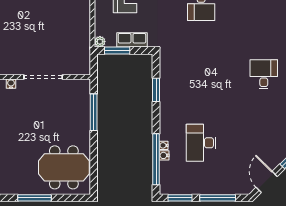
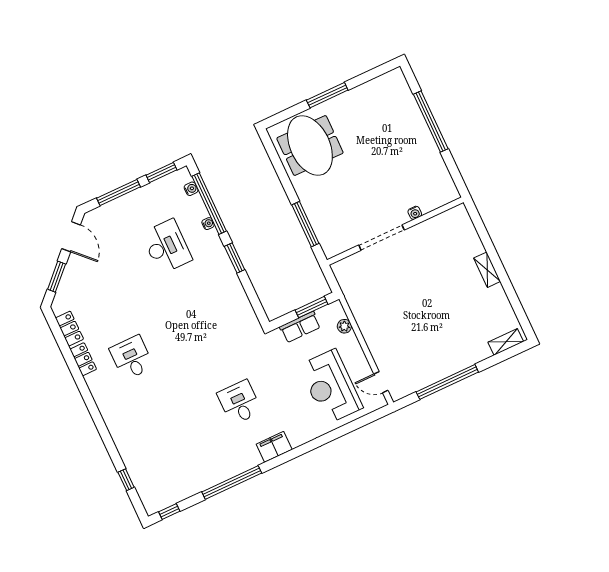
plant: (100, 42) -> (344, 326), moved
desk: (264, 74) -> (132, 358), turned 180
window: (156, 90) -> (235, 258), moved
water cooler: (164, 155) -> (191, 189), moved
meeting table: (64, 167) -> (310, 145), turned 90

